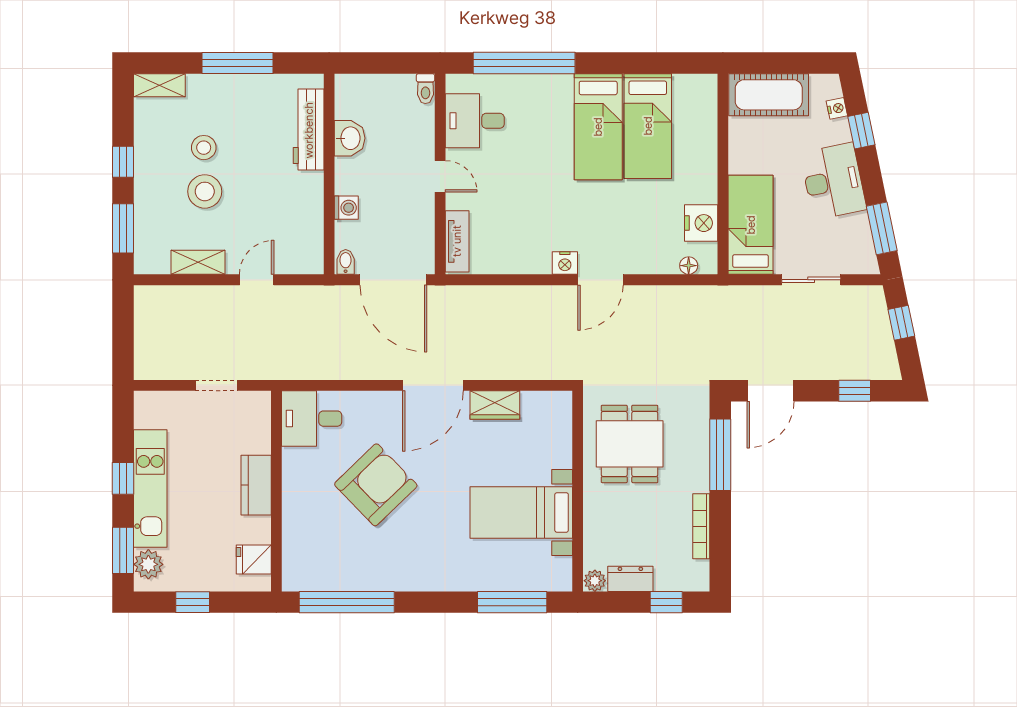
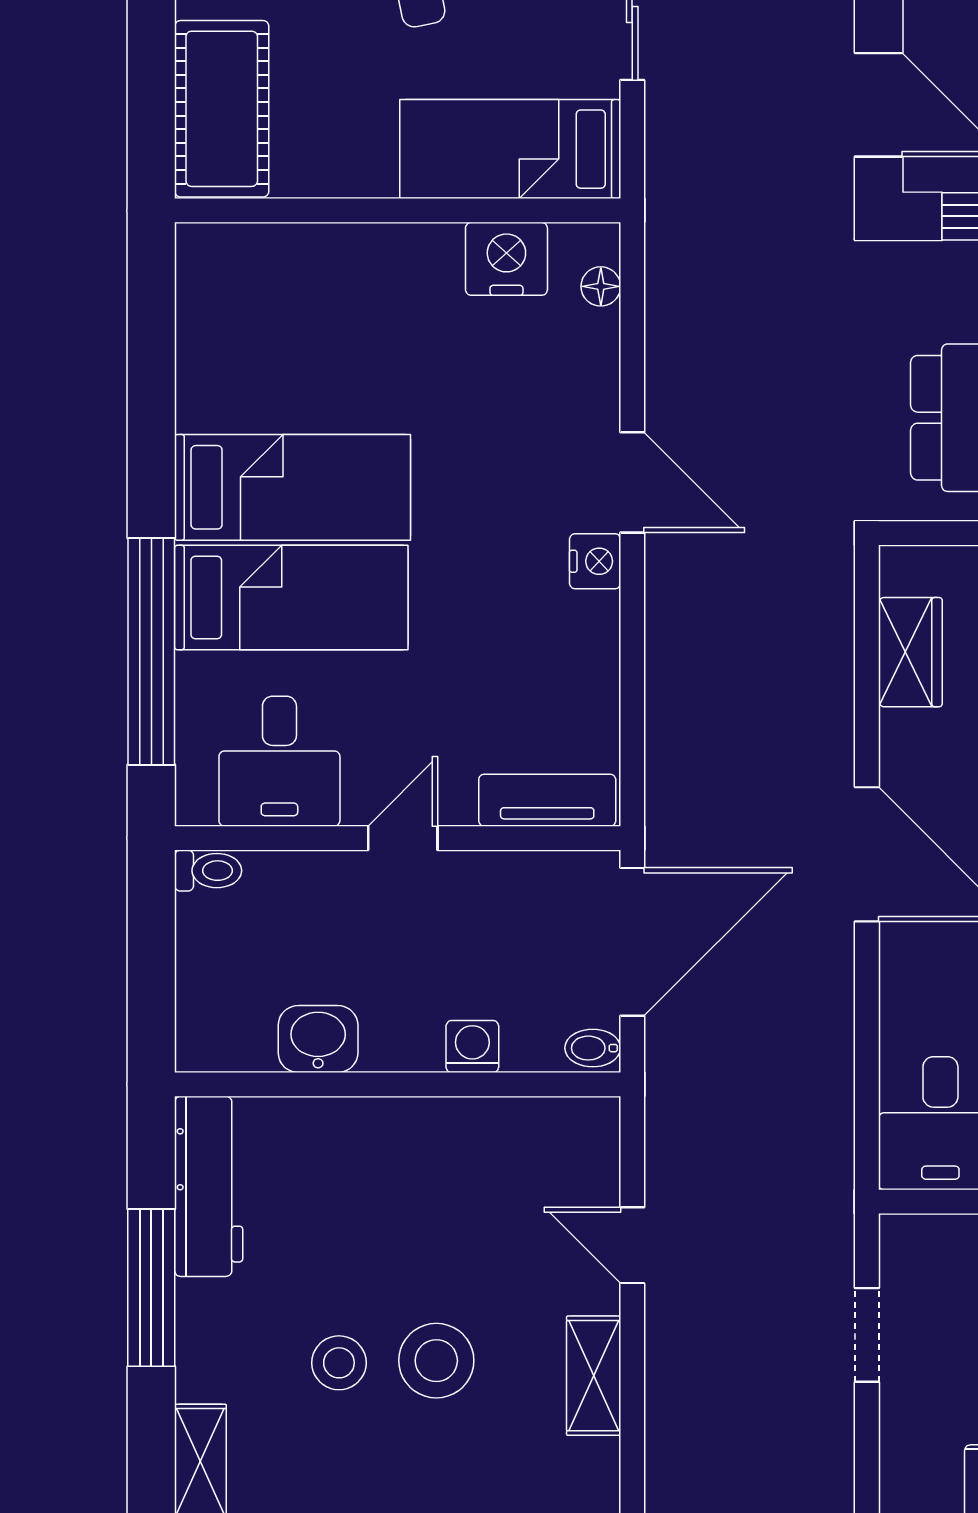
bed: (648, 126) -> (291, 597), moved
workbench: (309, 130) -> (209, 1186), moved, turned -90
wardrobe: (495, 405) -> (910, 652), moved

